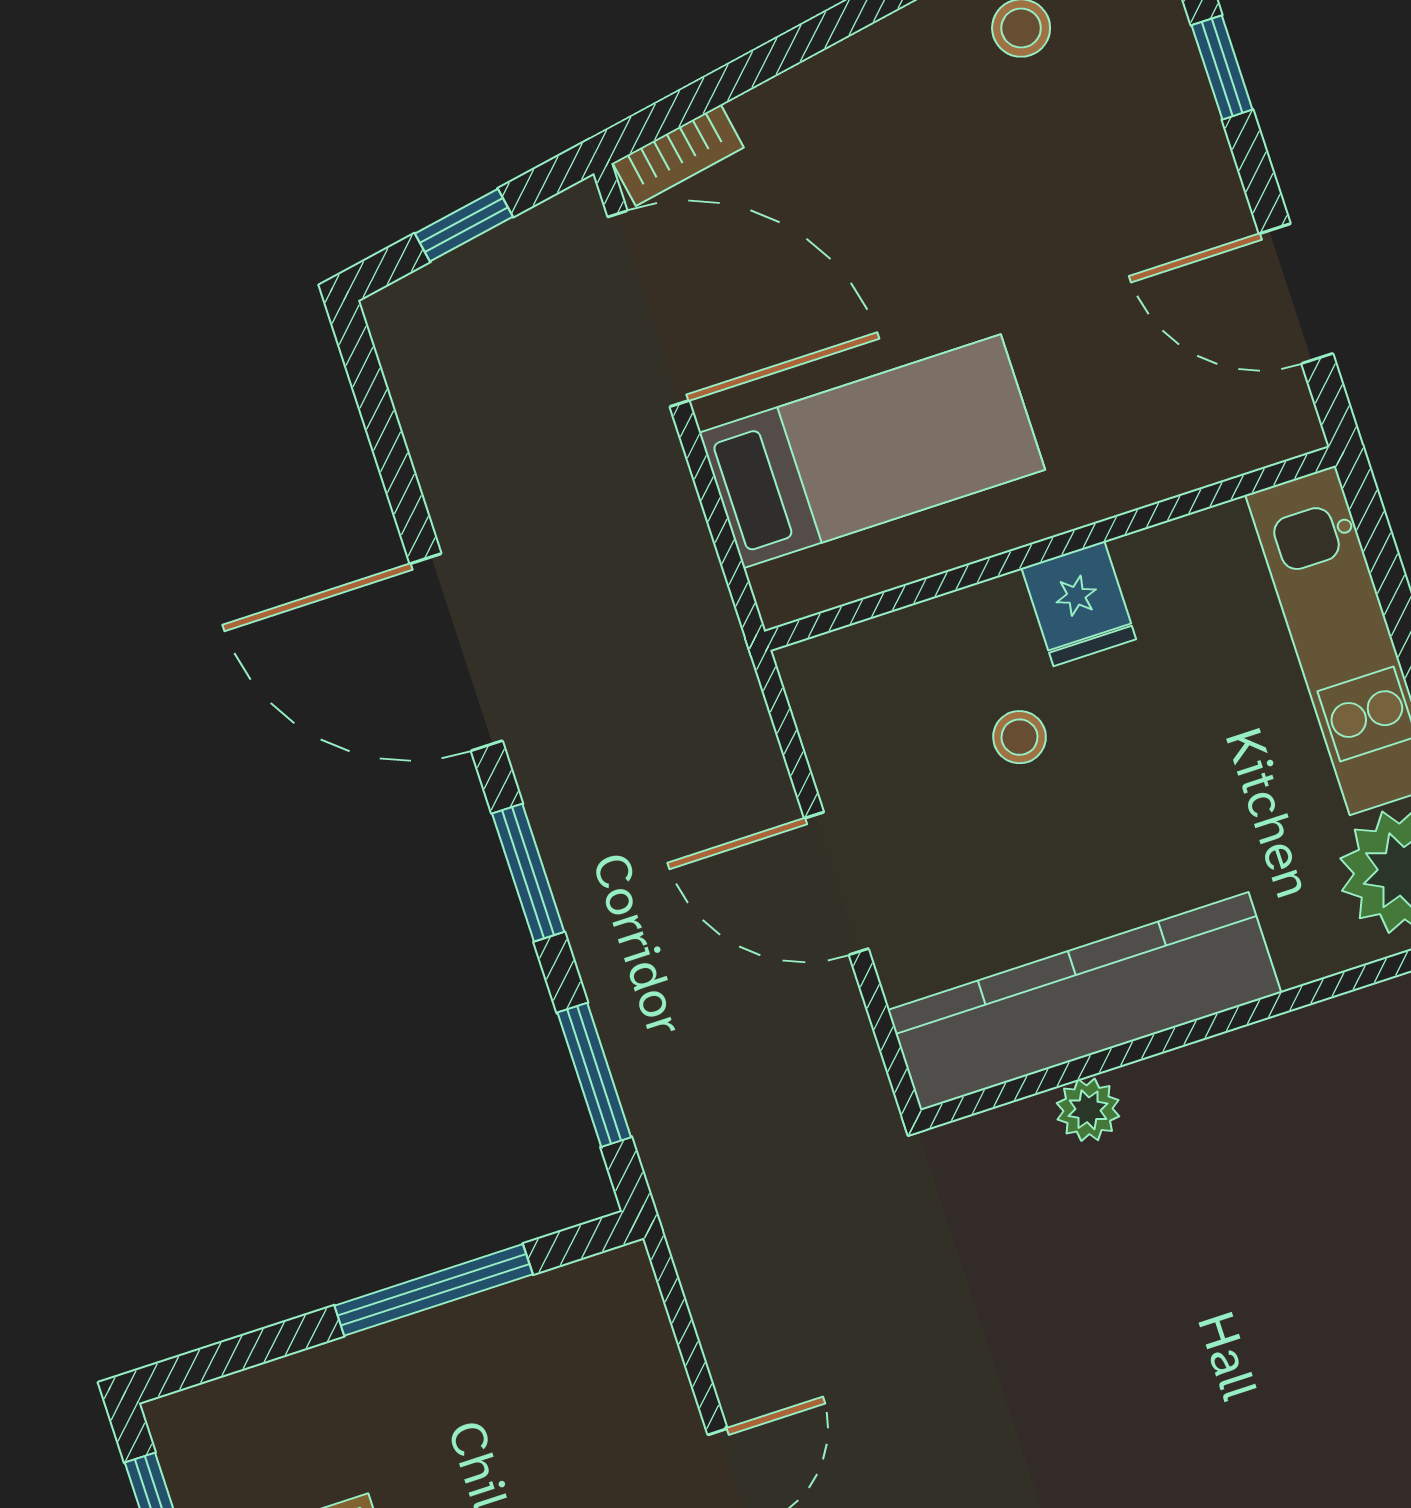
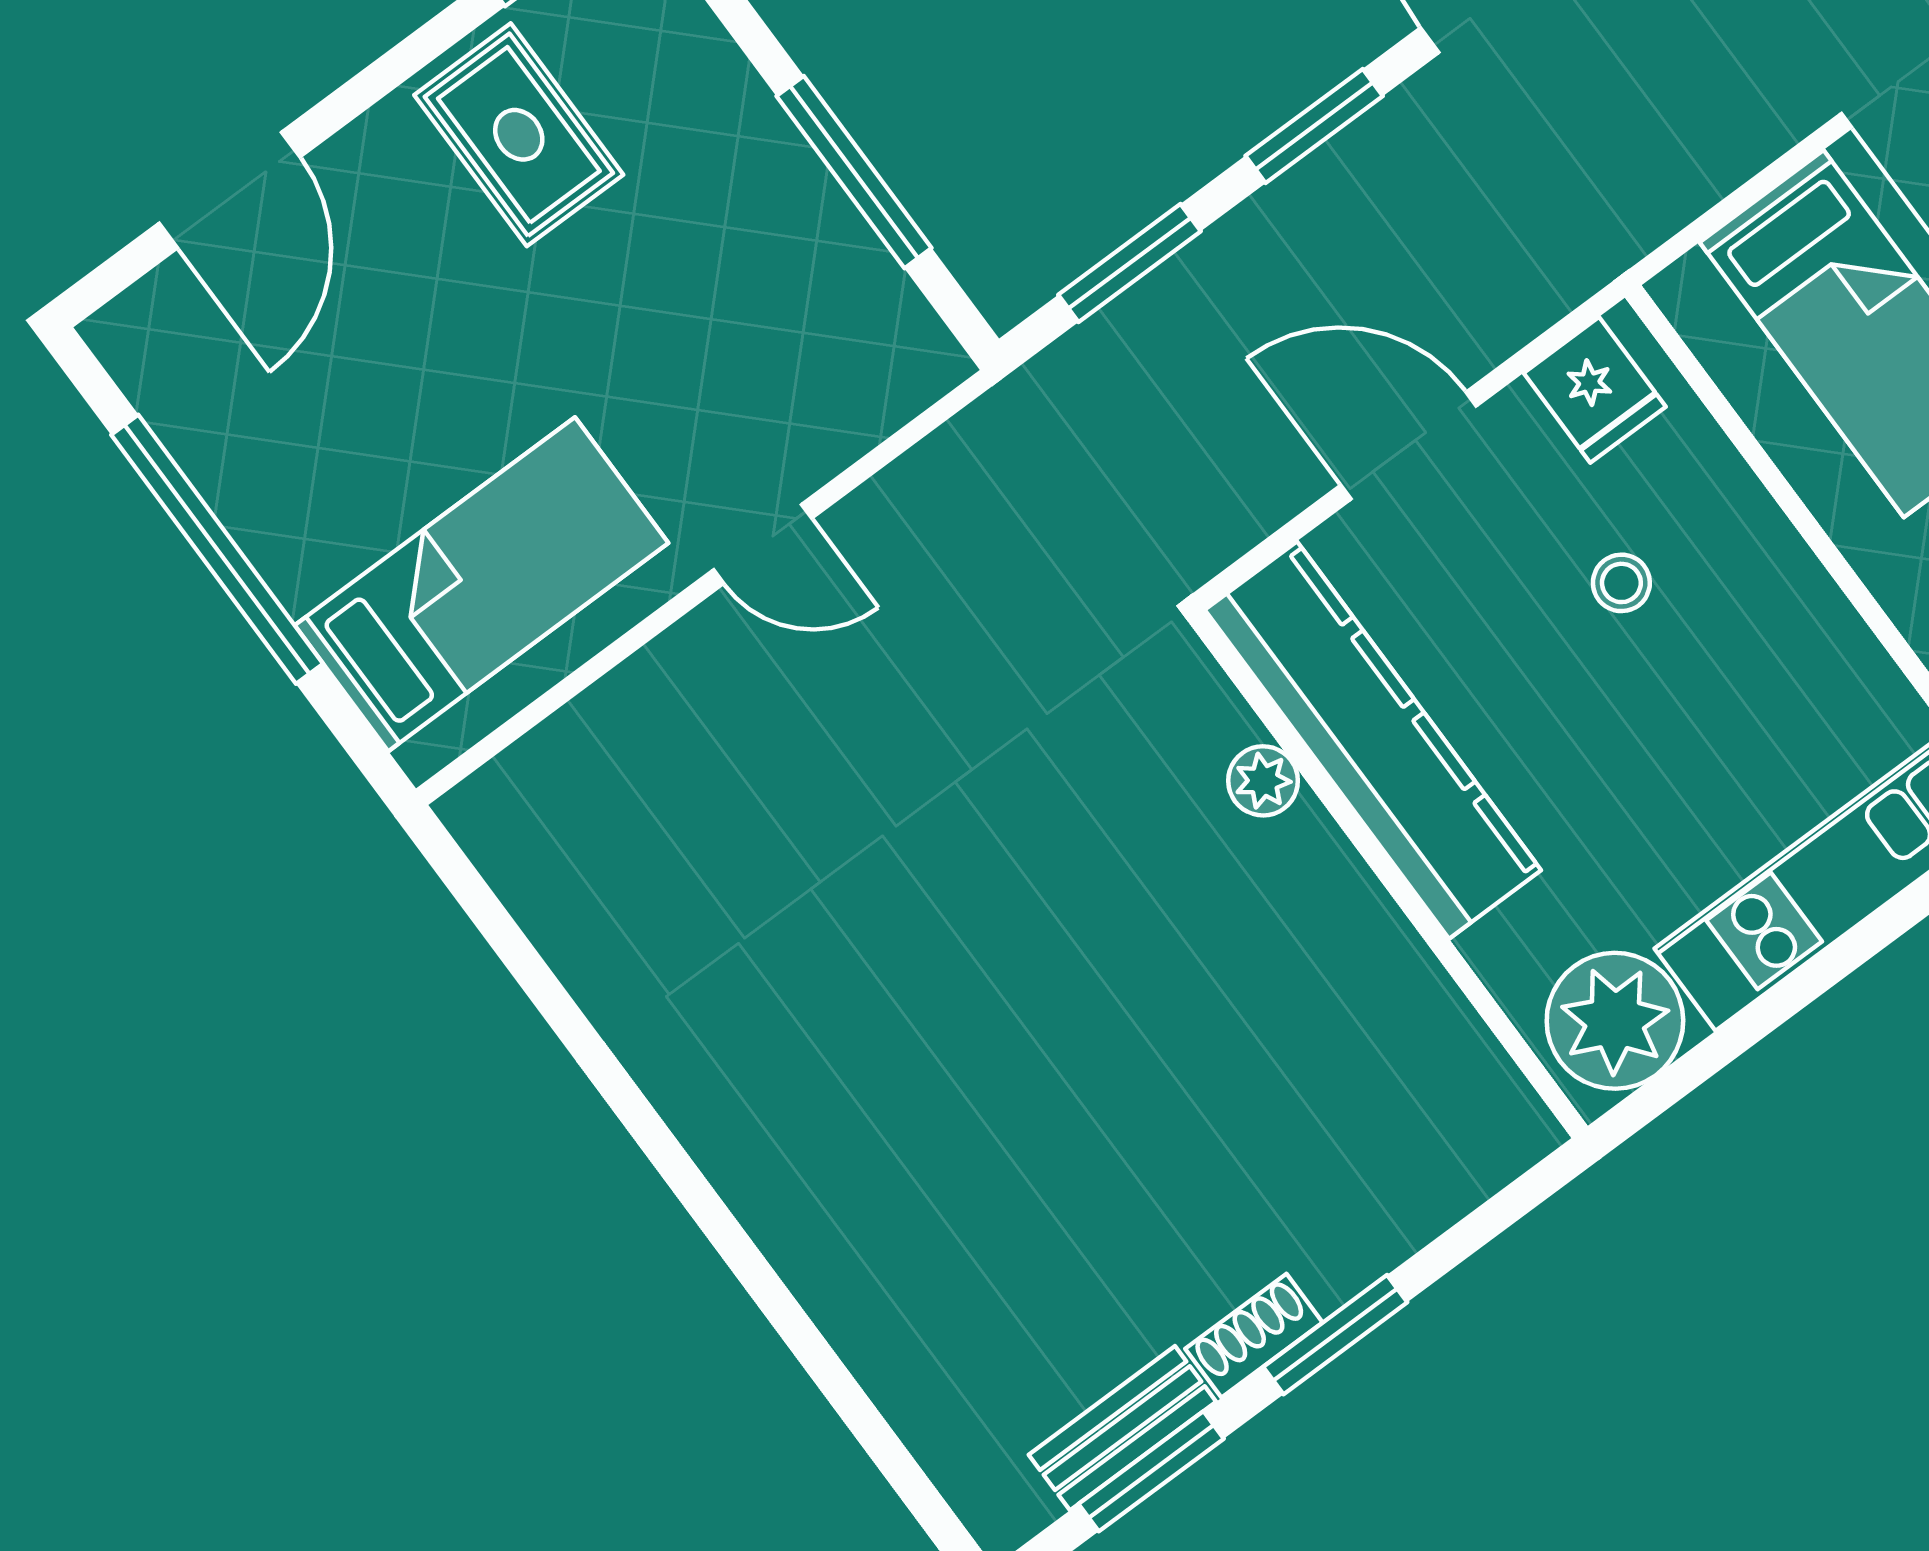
fridge: (1079, 604) -> (1595, 390), moved, turned -90
door: (836, 884) -> (1409, 445), hinge flipped

